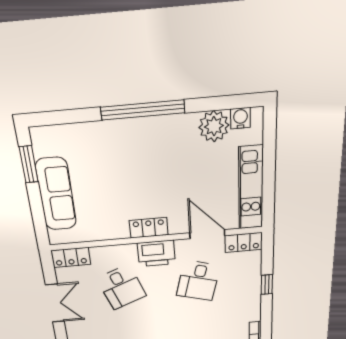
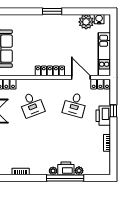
window: (143, 110) -> (52, 11), width x0.47
locker: (149, 228) -> (50, 71), width x1.53
printer: (156, 253) -> (103, 116), moved, turned 90

